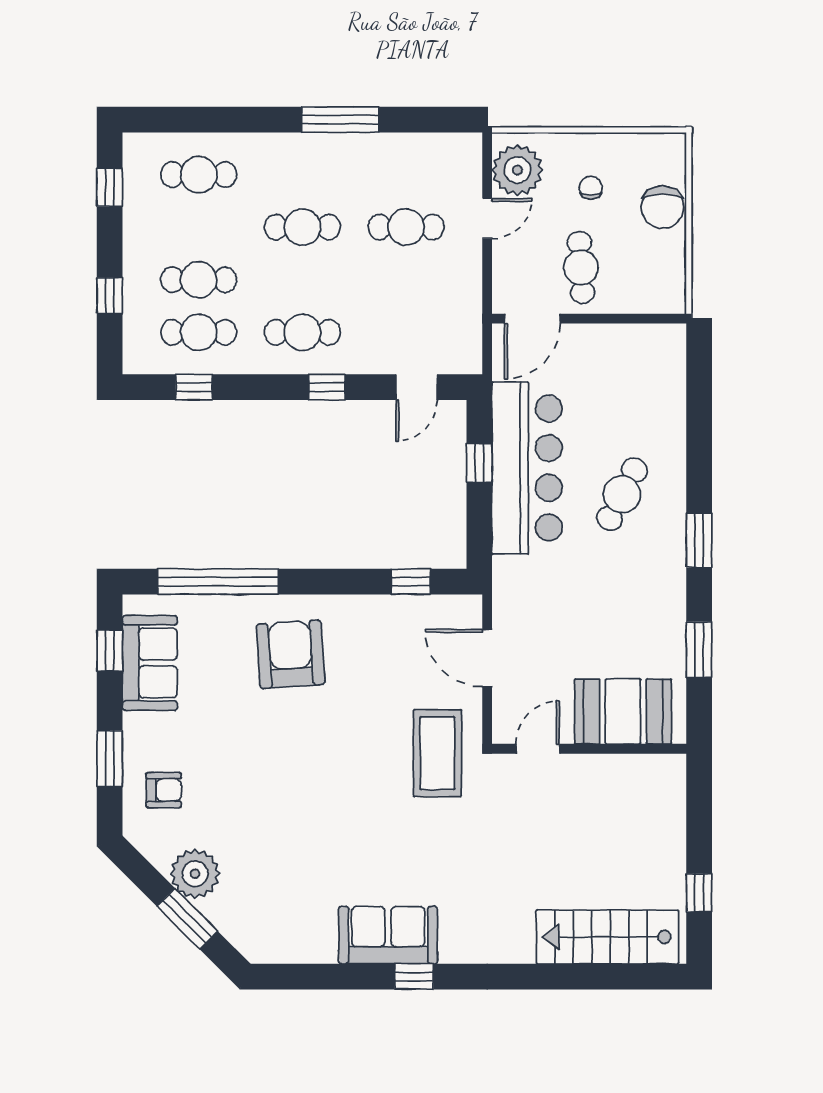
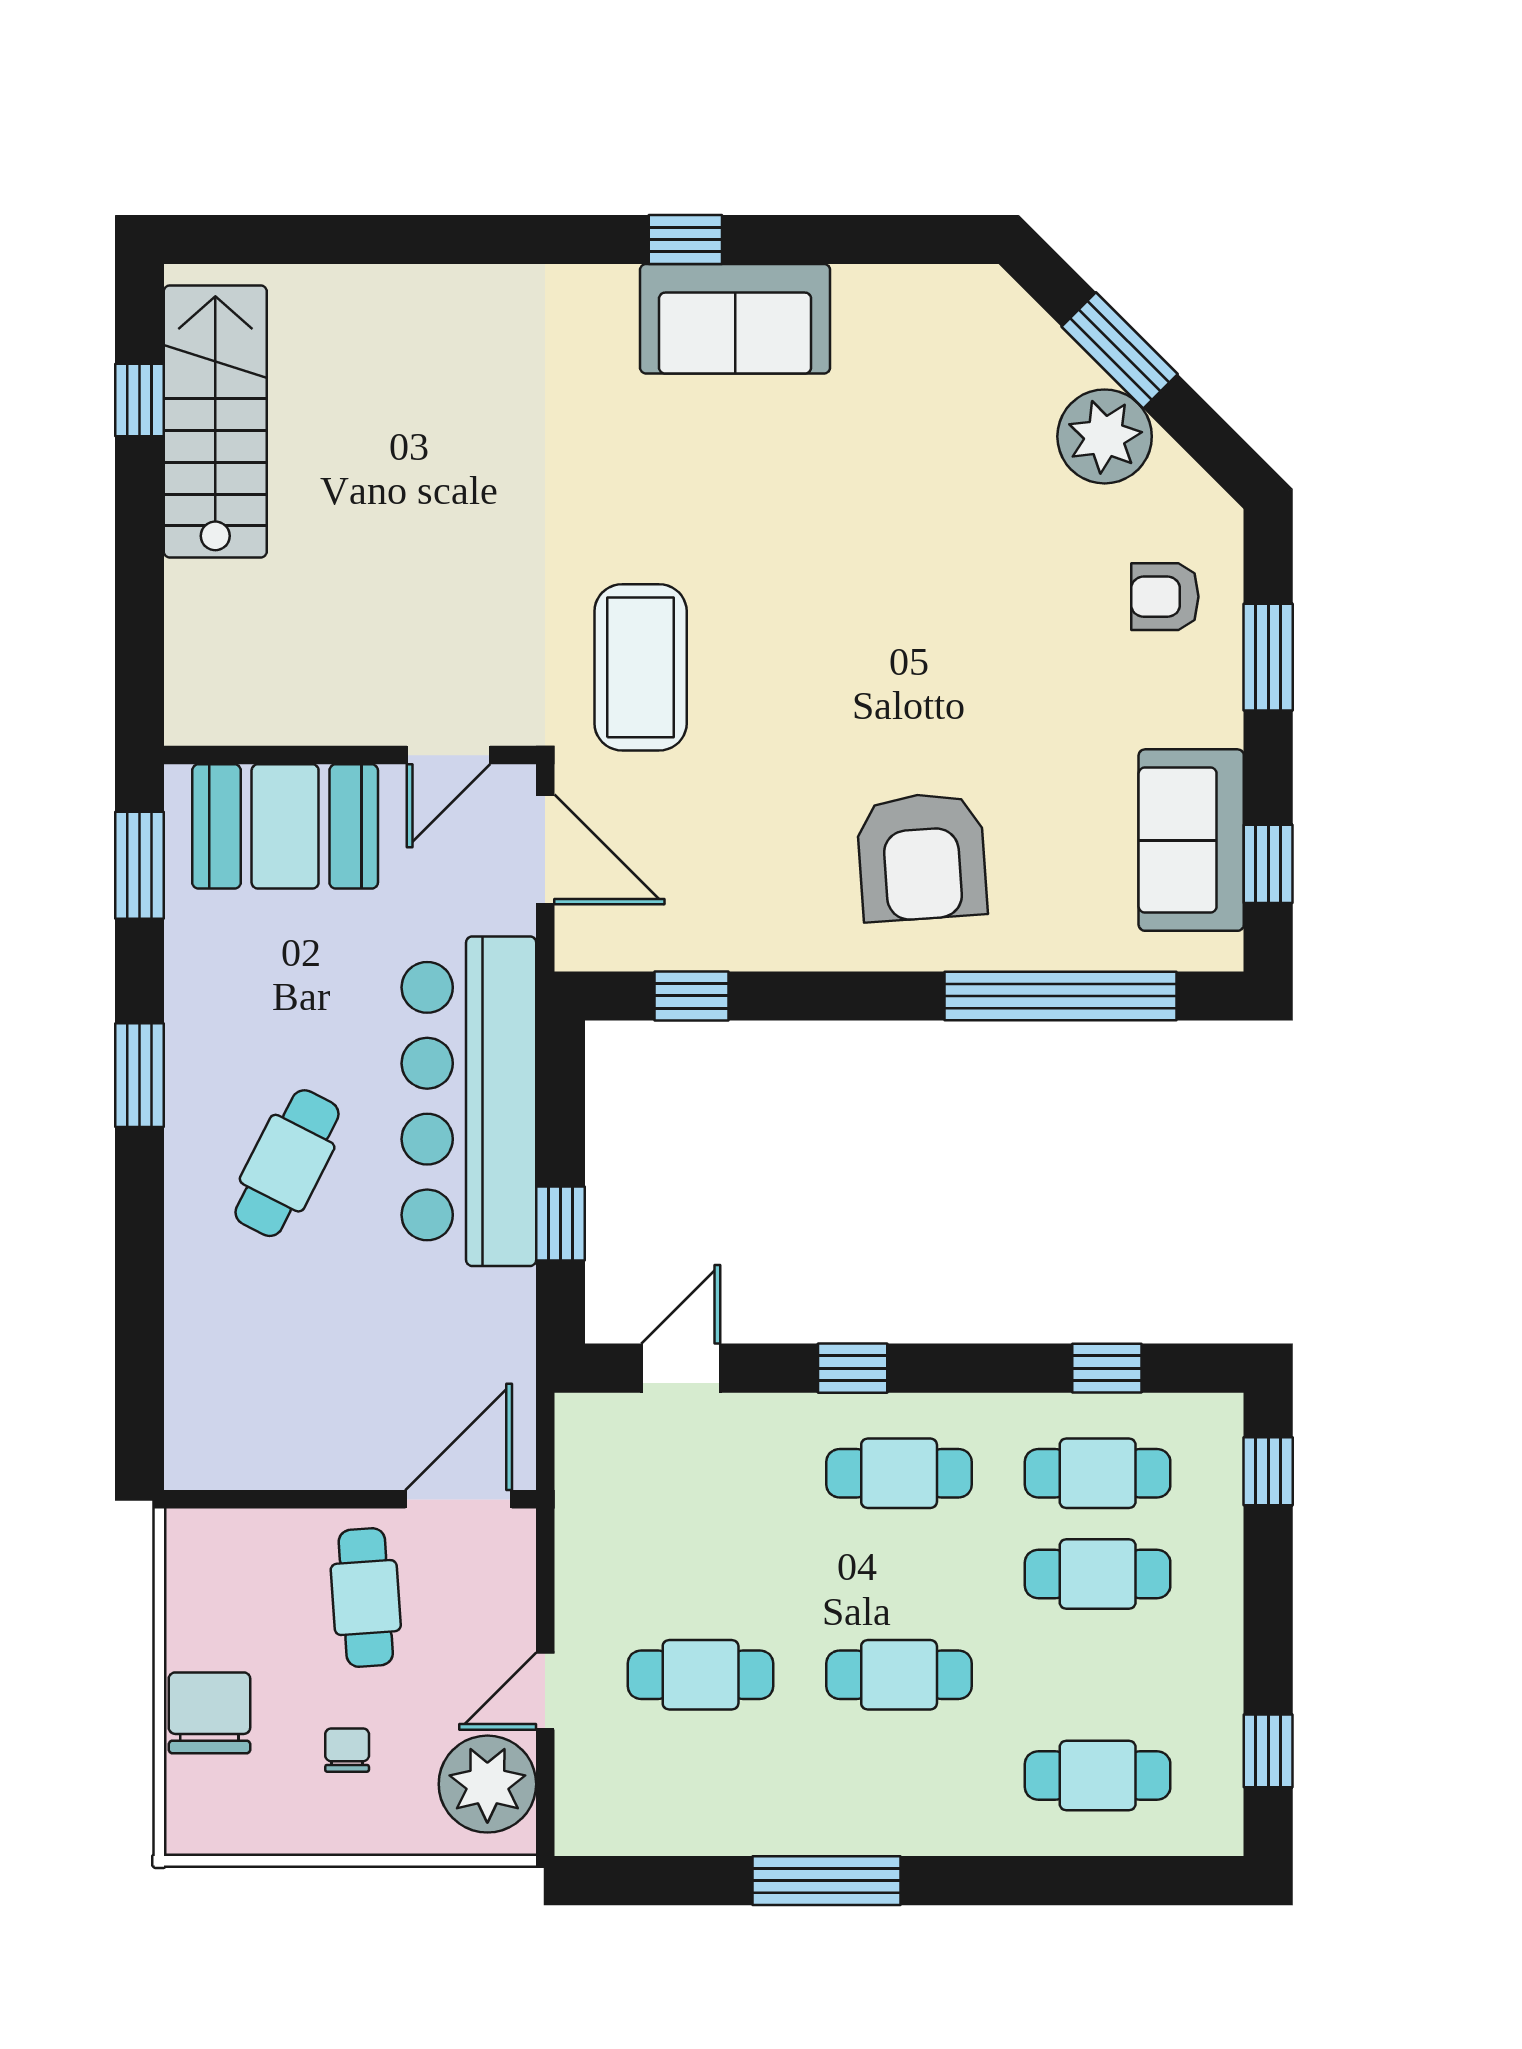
chair: (591, 188) -> (347, 1750), turned 180
window: (110, 296) -> (1268, 1471), moved
bar counter: (527, 468) -> (469, 1101), moved
booth: (623, 712) -> (285, 826), moved
door: (538, 749) -> (448, 755), moved
wall: (589, 749) -> (350, 755), moved
stairs: (608, 937) -> (215, 421), moved, turned -90

